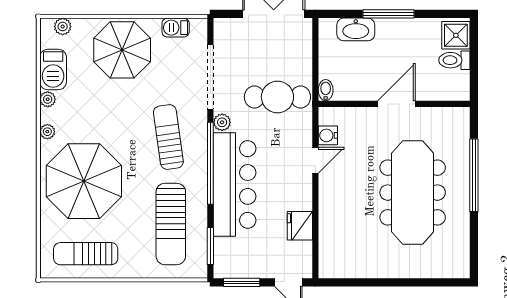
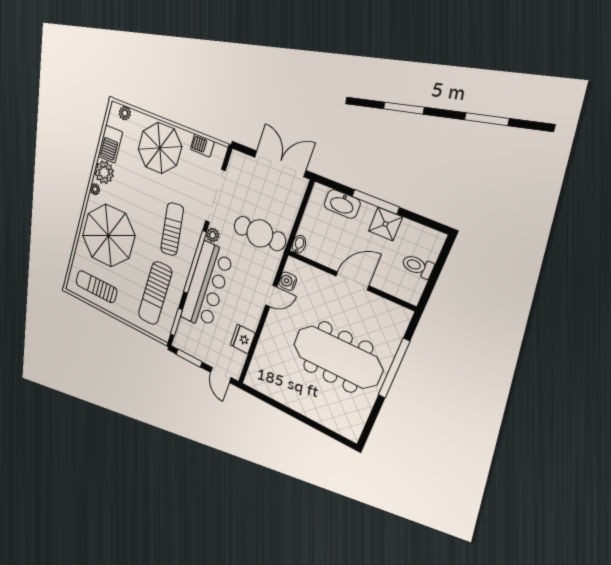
shower: (456, 35) -> (385, 224), moved
plant: (48, 99) -> (104, 172), width x1.88, depth x1.88
meeting table: (413, 193) -> (338, 357), turned 90

